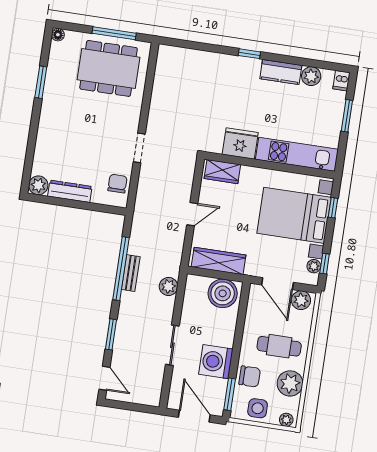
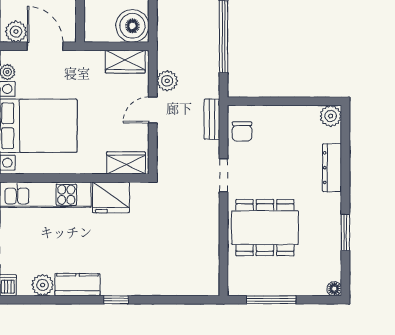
dining table: (109, 68) -> (265, 228), moved
dresser: (70, 191) -> (332, 168), moved, turned 90
wardrobe: (219, 261) -> (125, 62), width x0.67
bench: (131, 273) -> (212, 119), moved
plant: (168, 286) -> (167, 81), moved
boiler: (223, 293) -> (132, 26), moved

